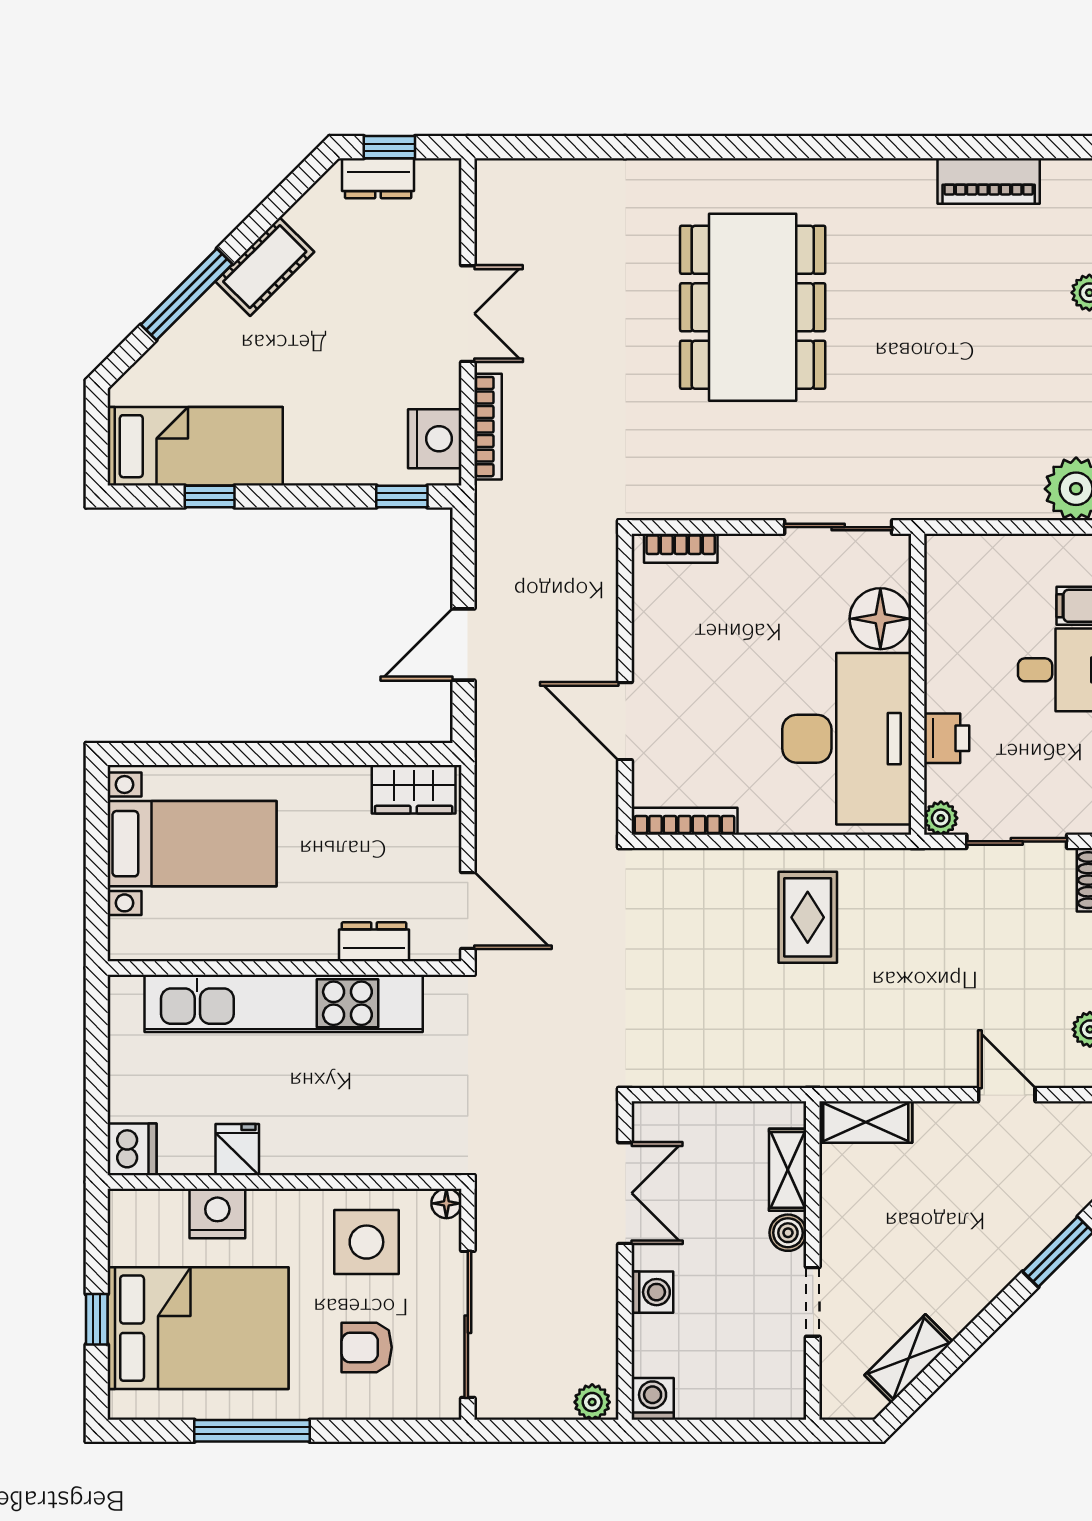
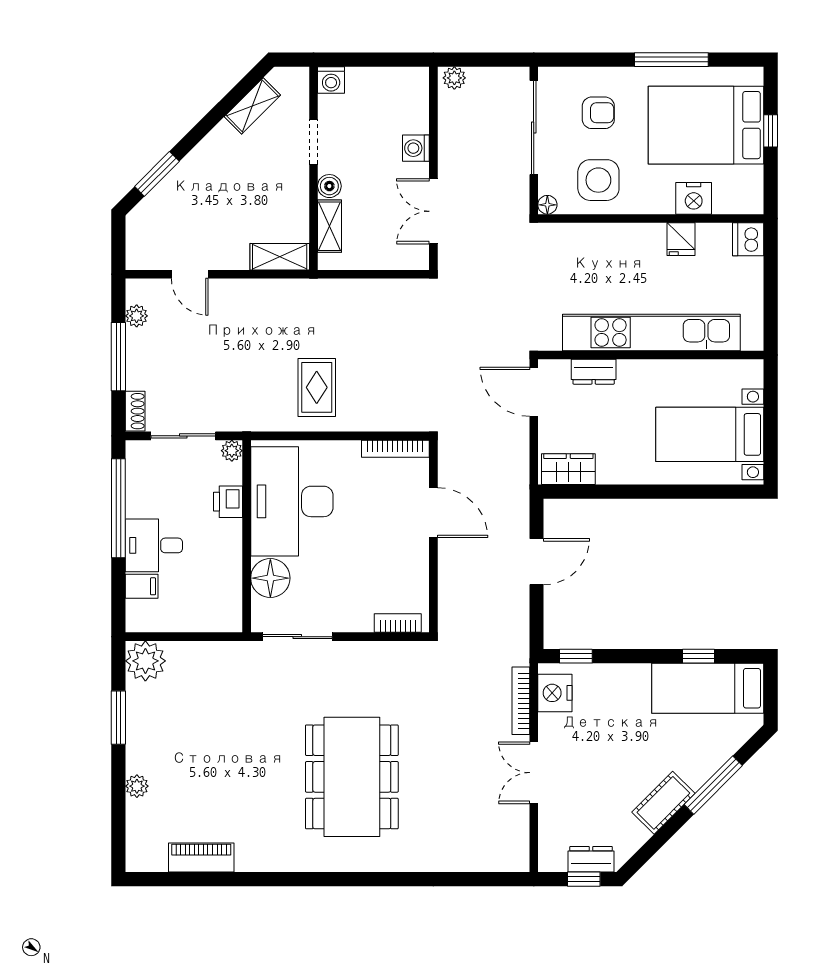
washing machine: (653, 1399) -> (331, 80), moved

